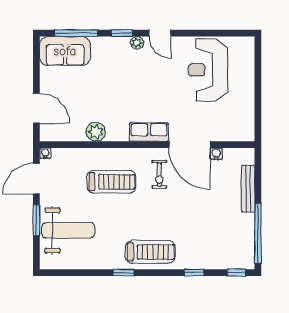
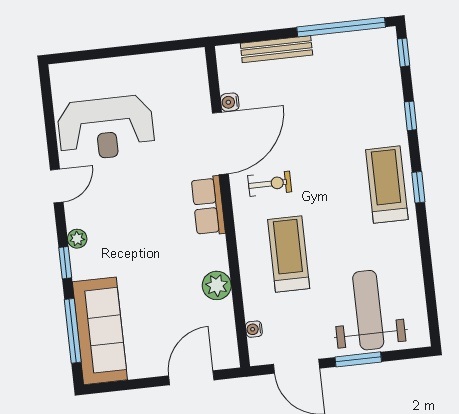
door: (160, 33) -> (57, 186), moved
sofa: (65, 51) -> (100, 331), width x1.36
water cooler: (45, 153) -> (254, 329), moved
window: (124, 273) -> (418, 187), moved

